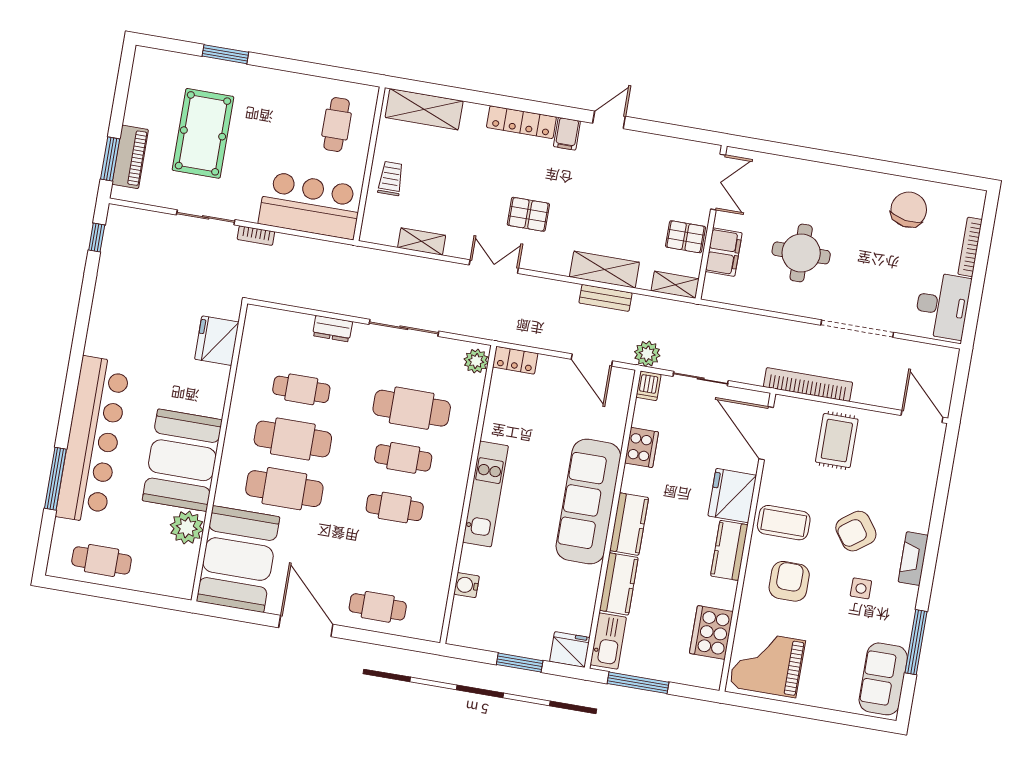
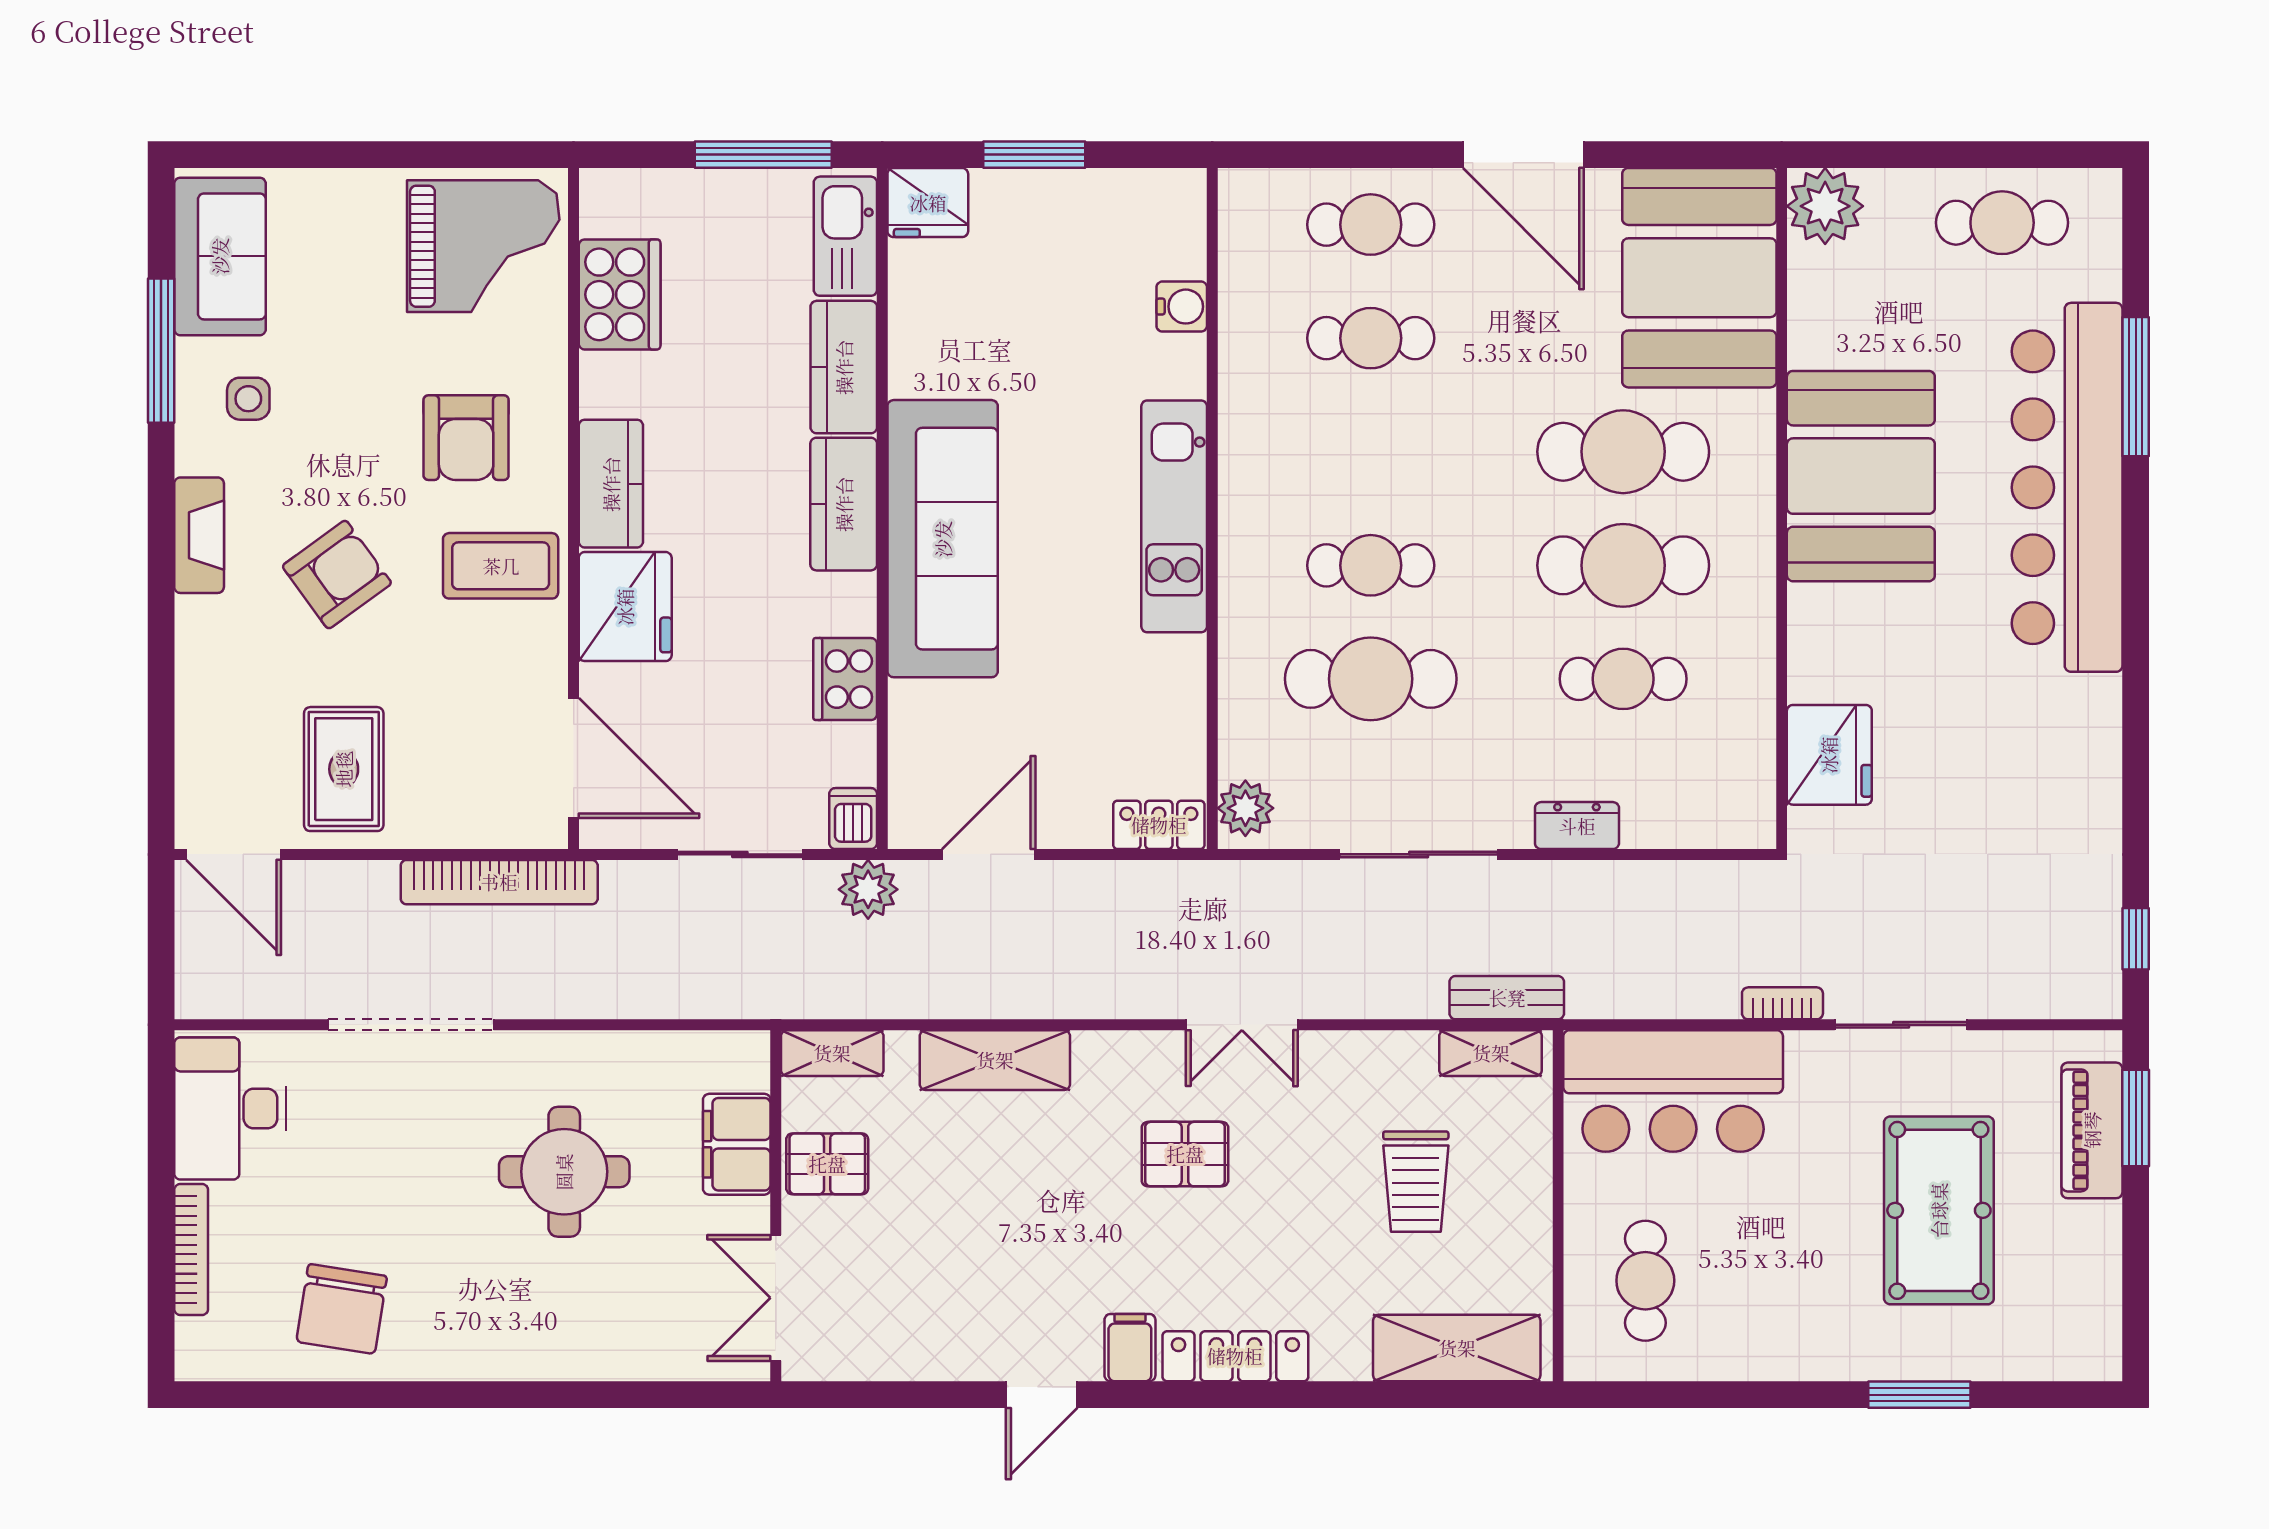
trolley: (391, 179) -> (1416, 1182), moved, width x1.36, depth x1.39
shelving: (422, 241) -> (1491, 1053), moved
bench: (606, 298) -> (1507, 998), moved
door: (592, 360) -> (989, 854), hinge flipped
rug: (837, 441) -> (344, 769), moved
cafe table: (395, 508) -> (1371, 338), moved
plant: (187, 527) -> (1825, 206), moved
side table: (861, 588) -> (248, 399), moved

